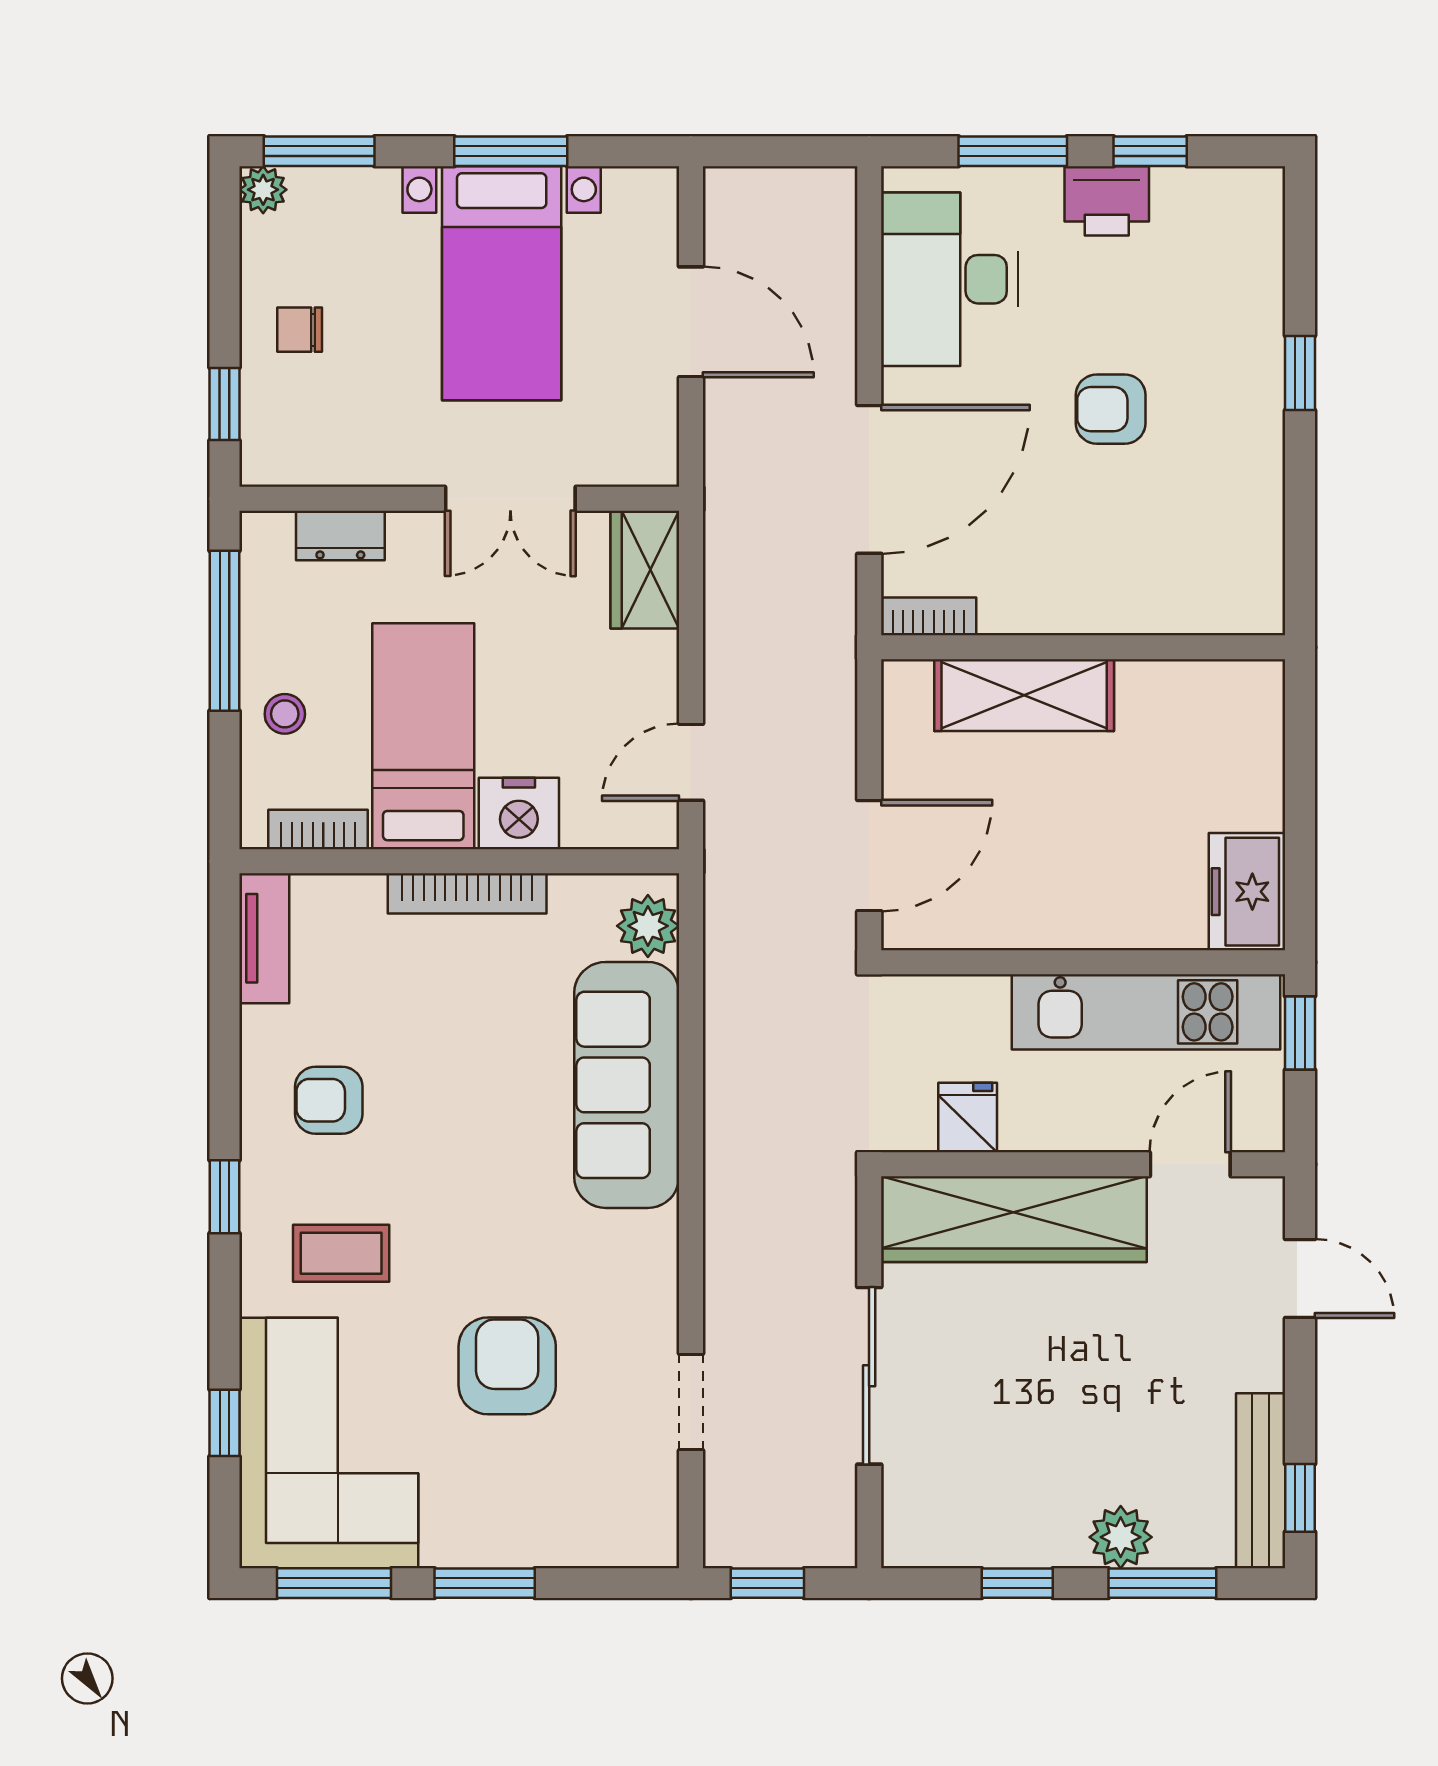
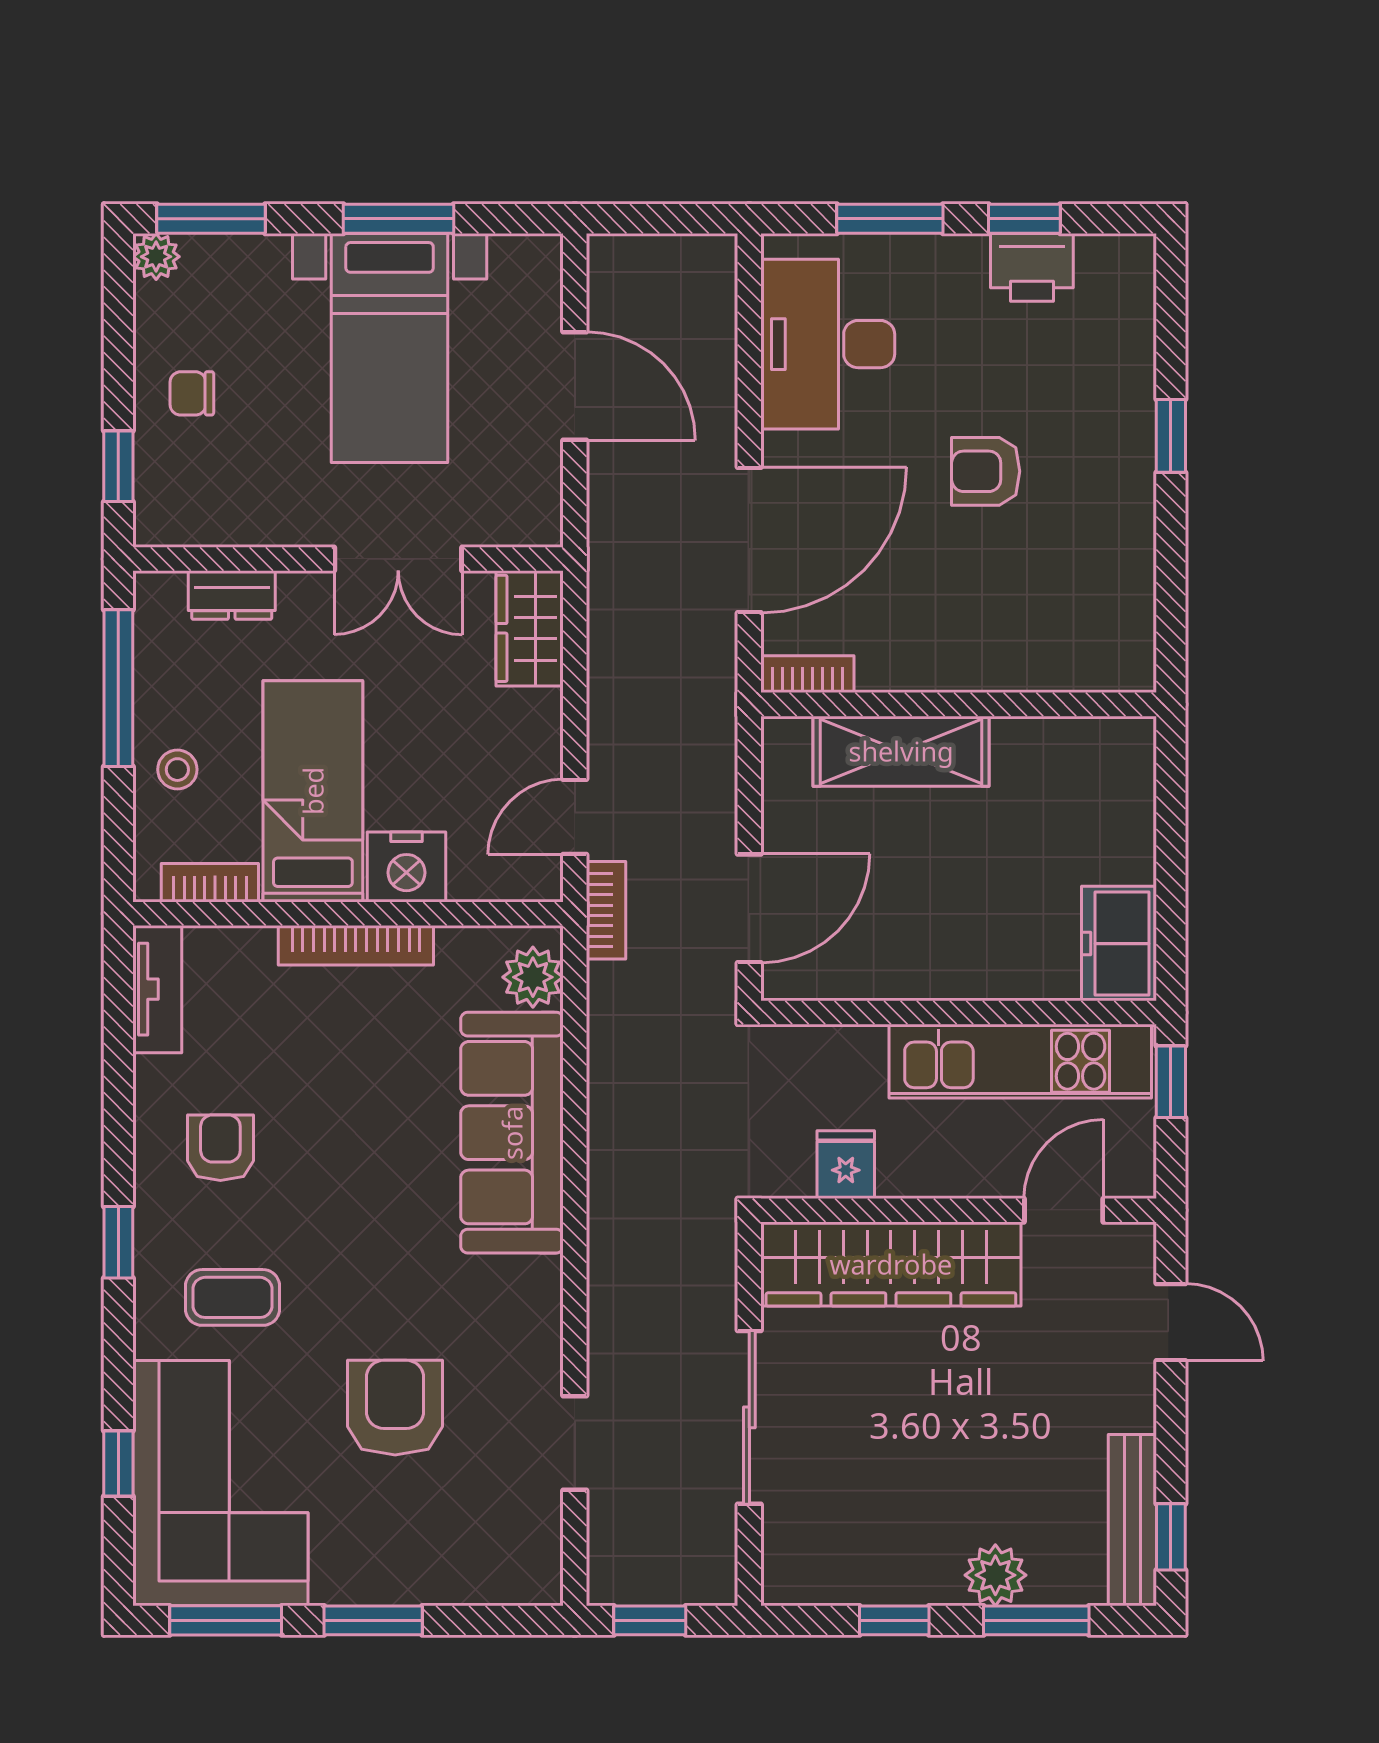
printer: (1107, 201) -> (1032, 267), moved
bookcase: (723, 858) -> (606, 910), added
armchair: (329, 1100) -> (220, 1148), turned 90

